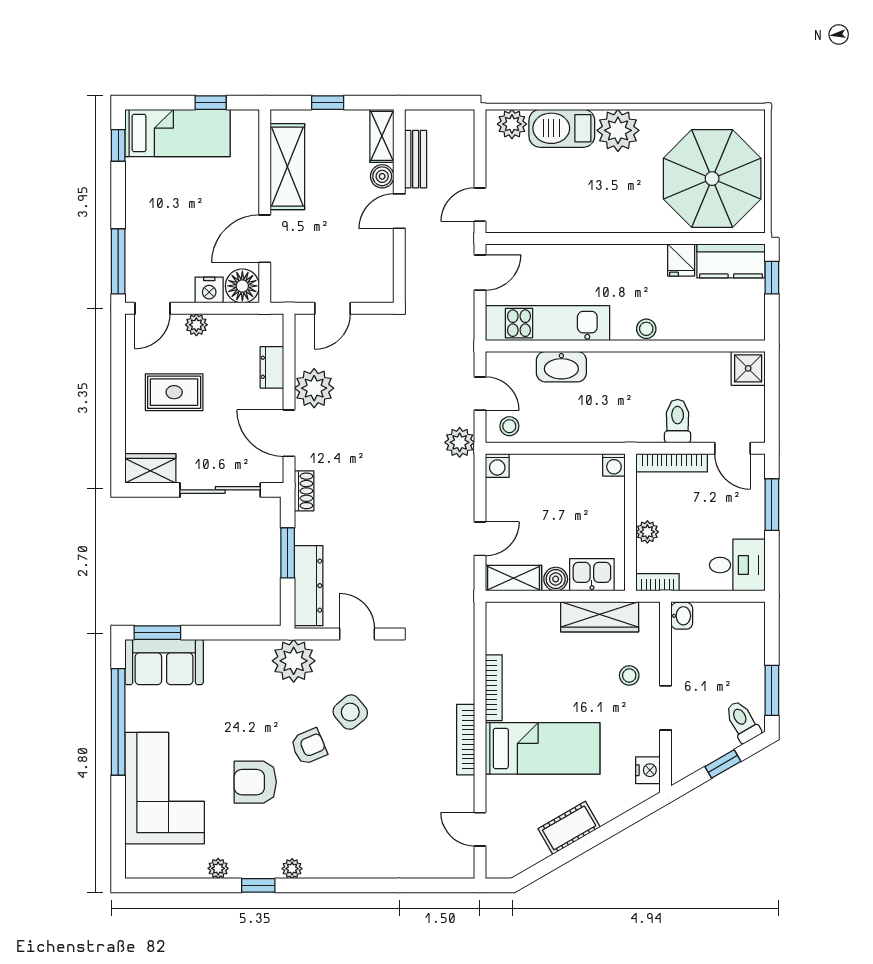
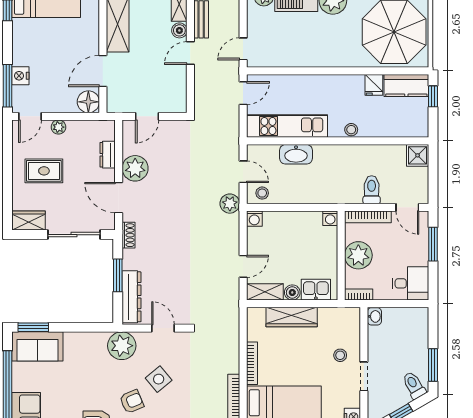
nightstand: (209, 290) -> (20, 76), moved, turned 90
plant: (647, 532) -> (358, 255), width x1.88, depth x1.88
wardrobe: (600, 617) -> (292, 317), moved

